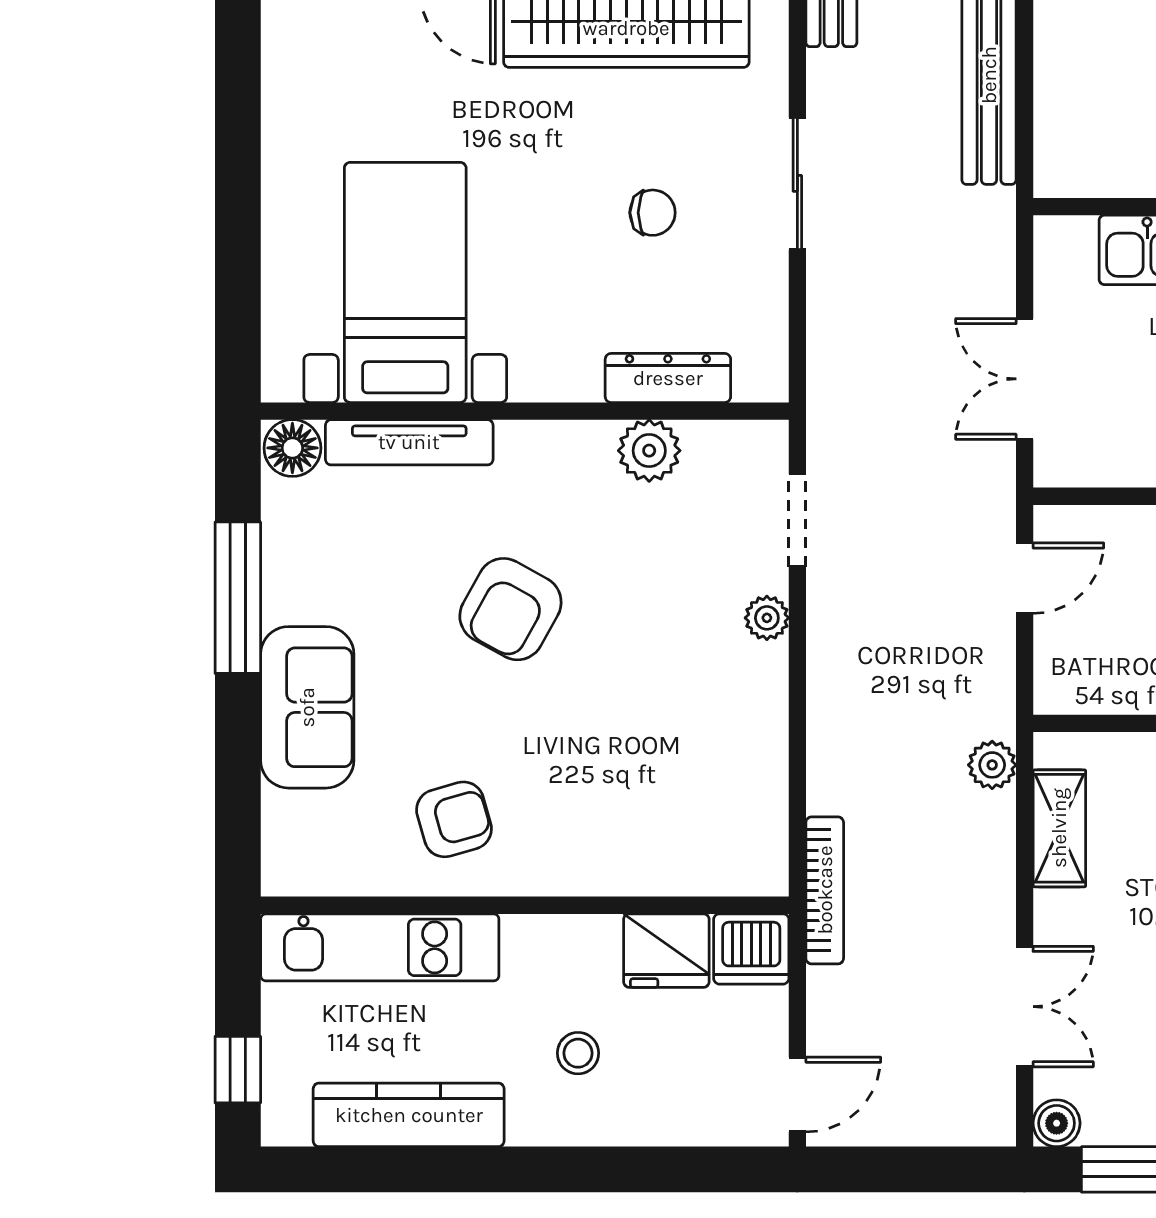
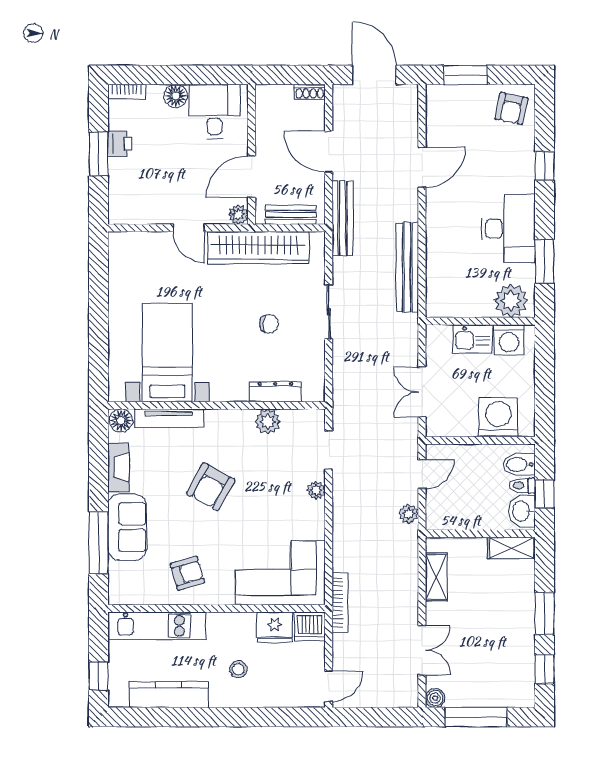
fireplace: (286, 562) -> (118, 467), added
window: (238, 598) -> (99, 543), moved
plant: (992, 765) -> (409, 514), moved
corner sofa: (680, 819) -> (280, 573), added

